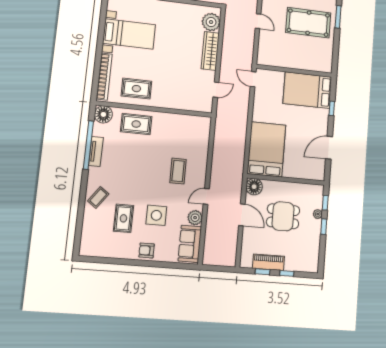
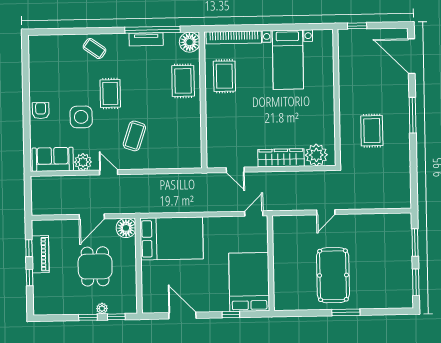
coffee table: (178, 171) -> (134, 136), turned -71
rug: (123, 218) -> (110, 93), moved, turned 90

